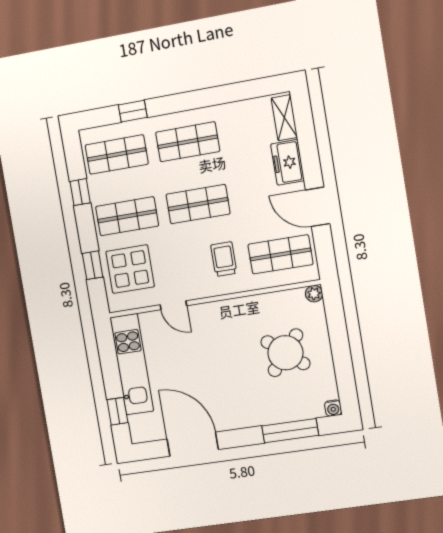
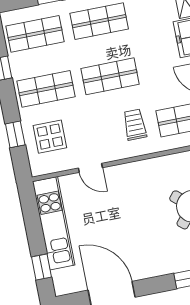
display table: (130, 269) -> (50, 137), width x0.73, depth x0.73

